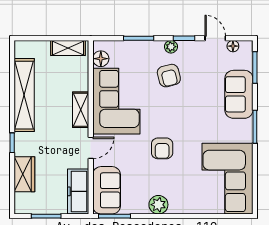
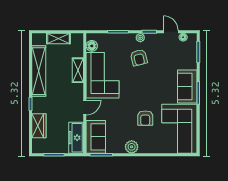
shelving: (68, 48) -> (58, 39), moved
sofa: (239, 94) -> (187, 87), moved
shelving: (81, 110) -> (78, 70), moved
armchair: (162, 148) -> (145, 118), moved

